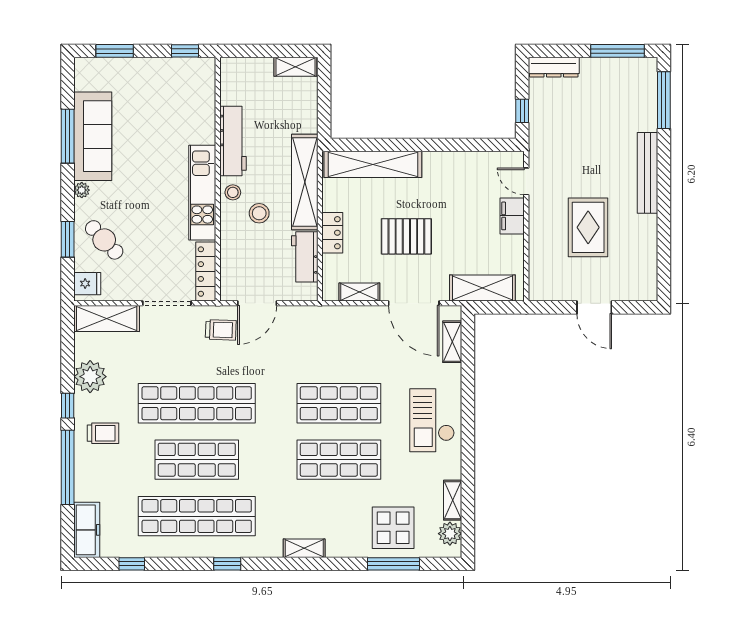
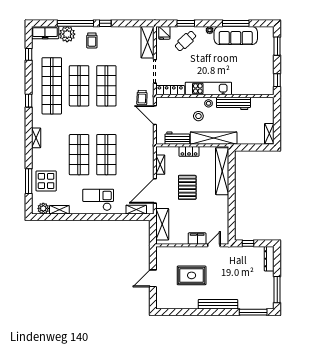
plant: (90, 377) -> (67, 34), moved
shop shelf: (197, 403) -> (106, 86), width x0.71

